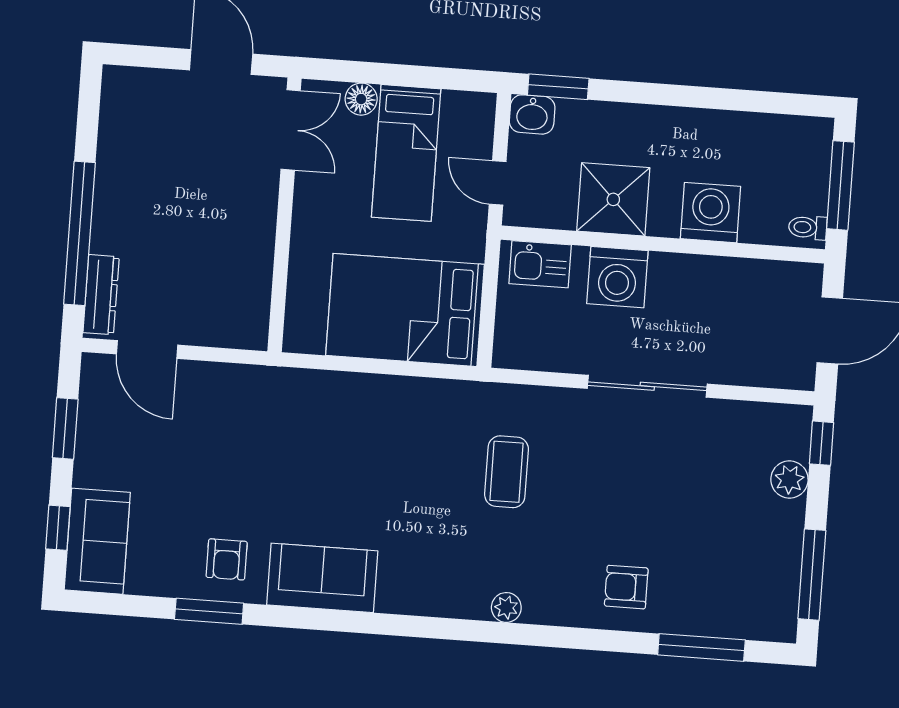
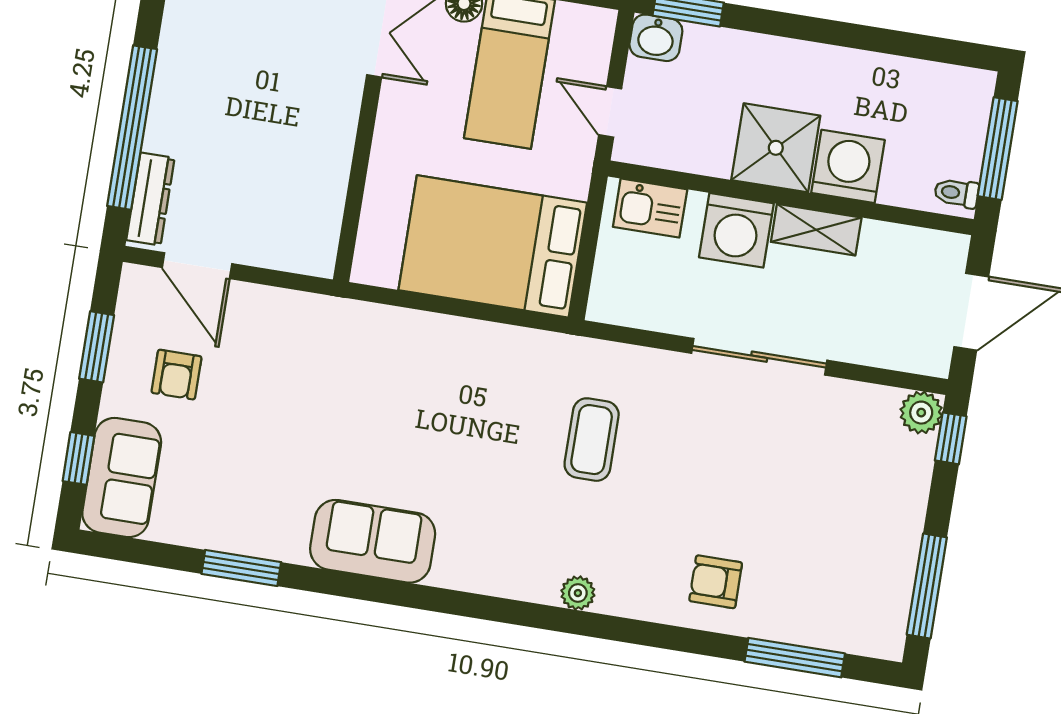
shower: (613, 199) -> (776, 148), moved
shelving: (687, 270) -> (816, 230), added
plant: (789, 479) -> (921, 413), moved
armchair: (227, 559) -> (176, 375), moved

